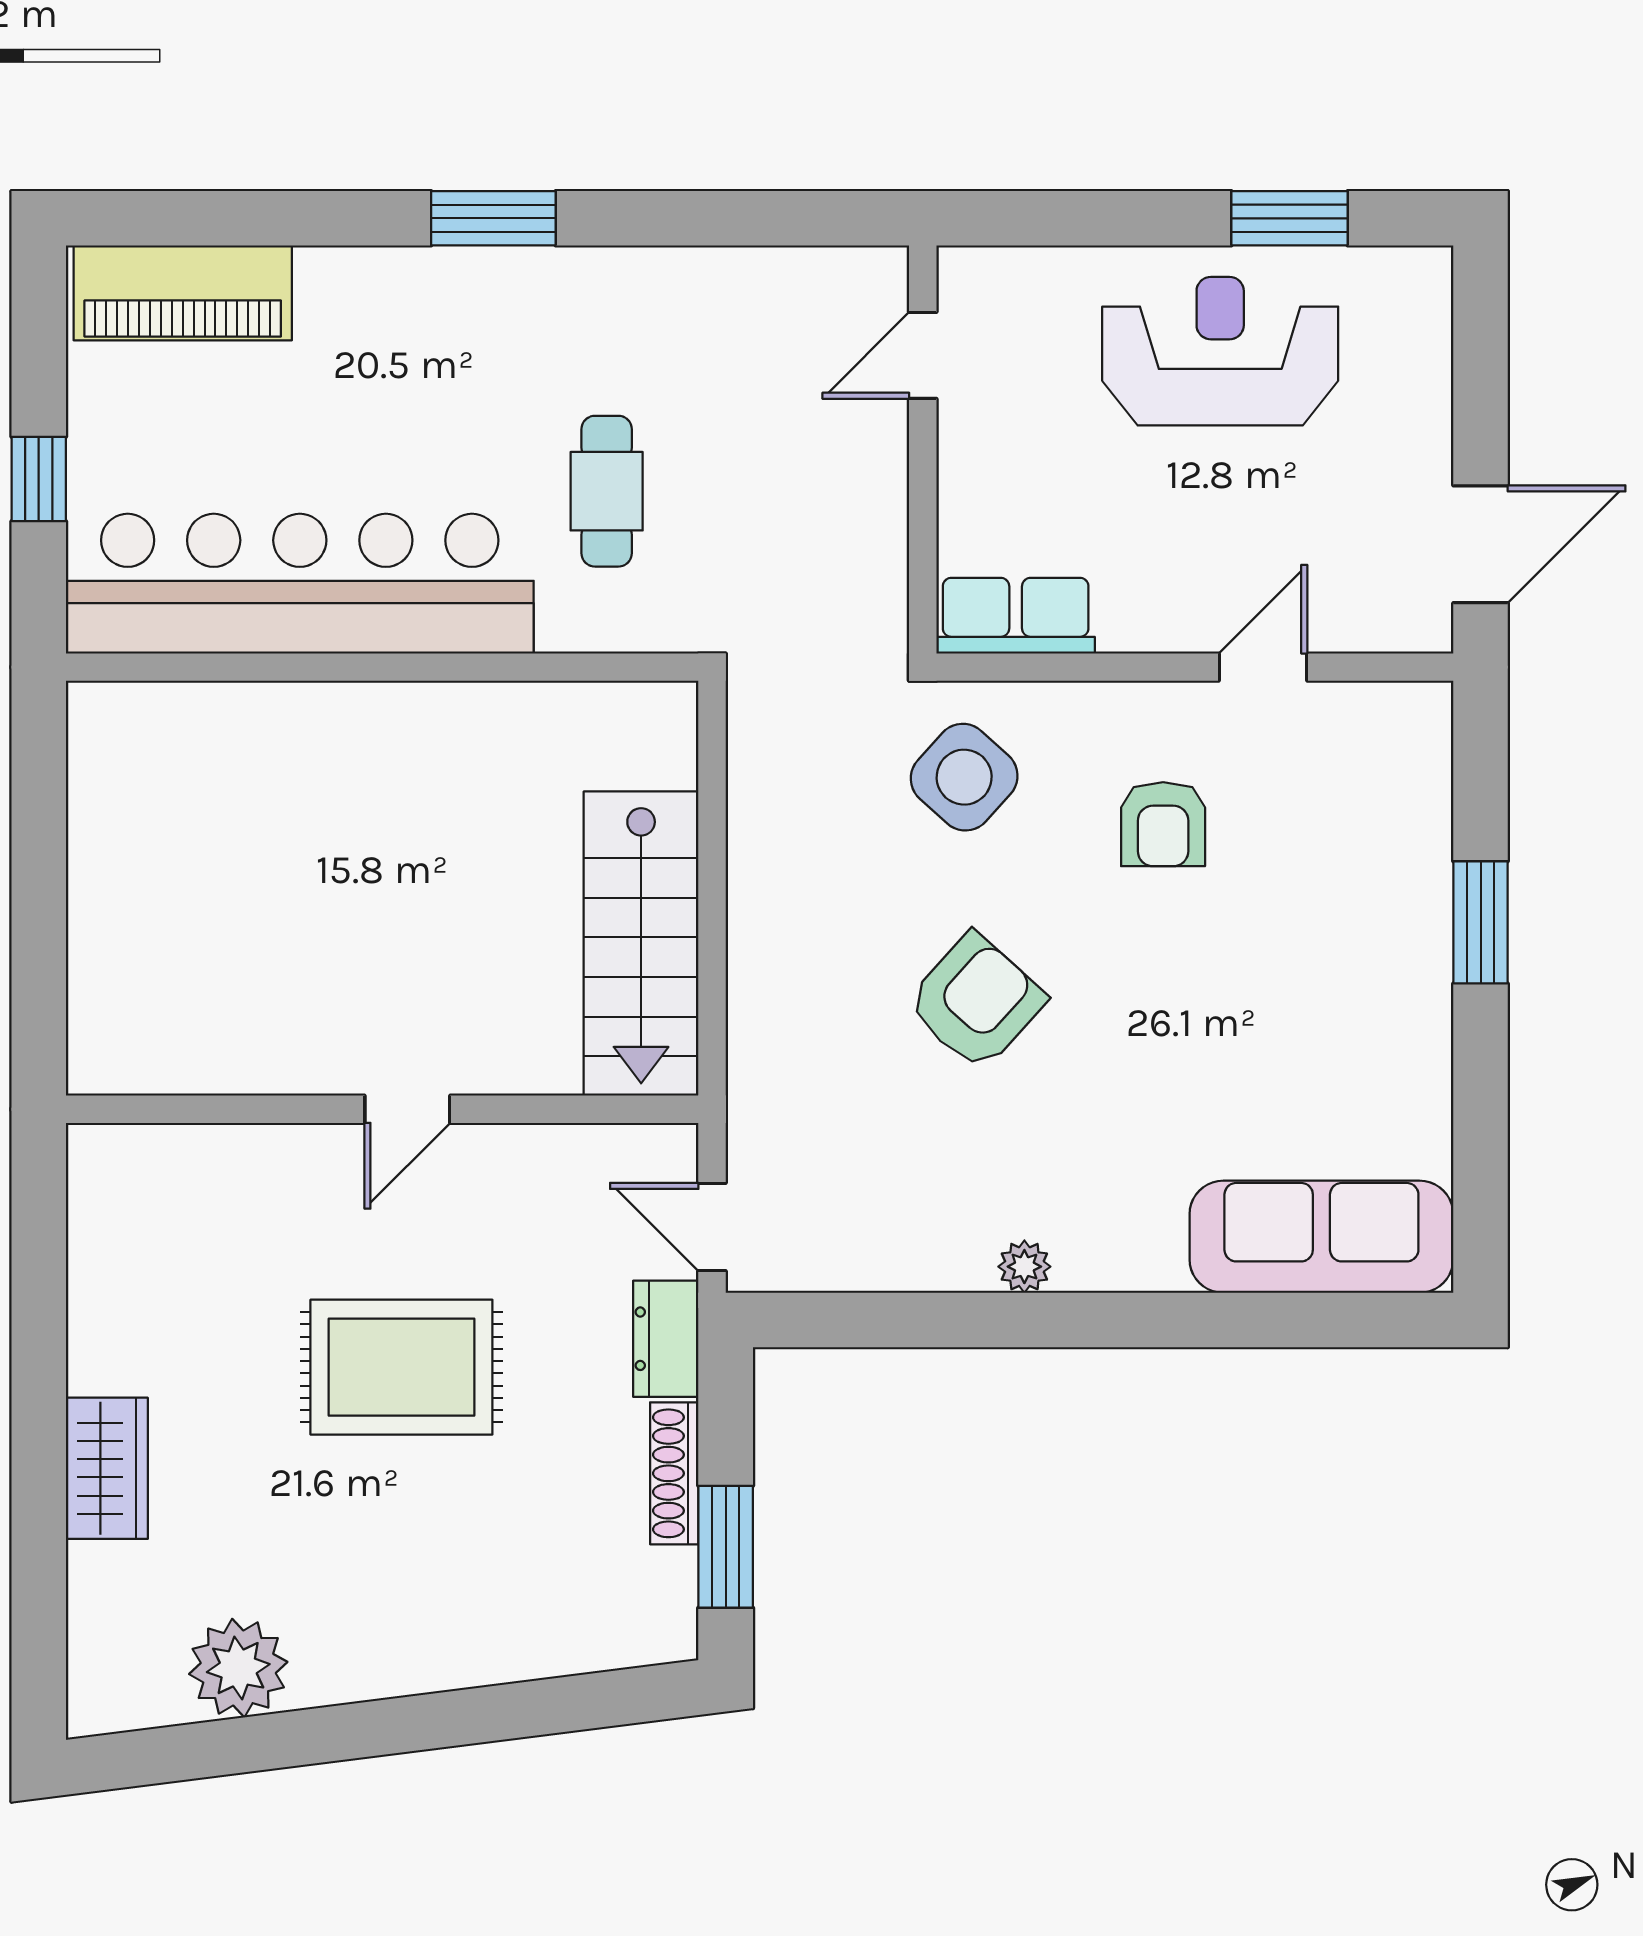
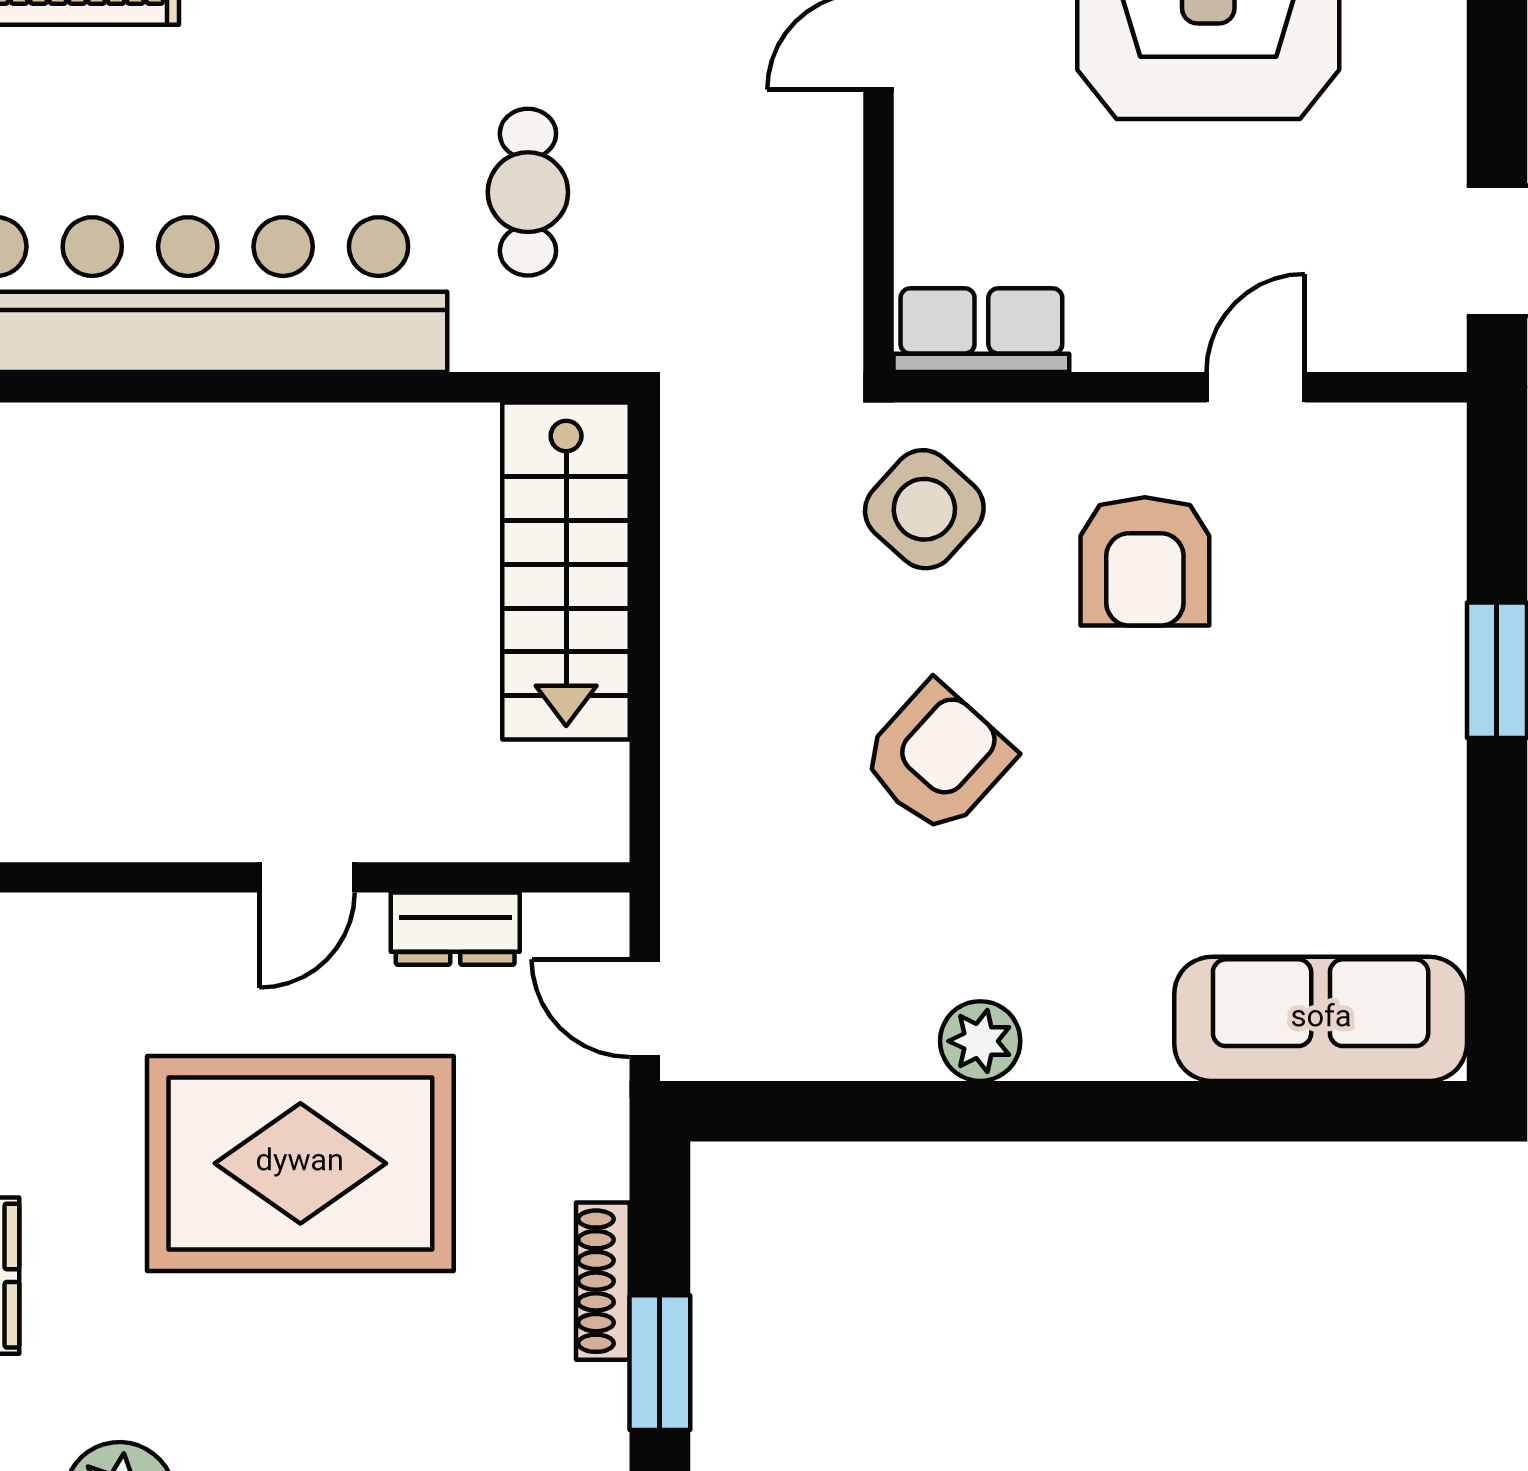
armchair: (1163, 824) -> (1145, 561), width x1.38, depth x1.38
stairs: (641, 944) -> (566, 571), moved
plant: (1024, 1267) -> (980, 1041), width x1.38, depth x1.38
dresser: (666, 1339) -> (455, 929), moved, turned -90
rug: (401, 1367) -> (300, 1163), width x1.37, depth x1.44

